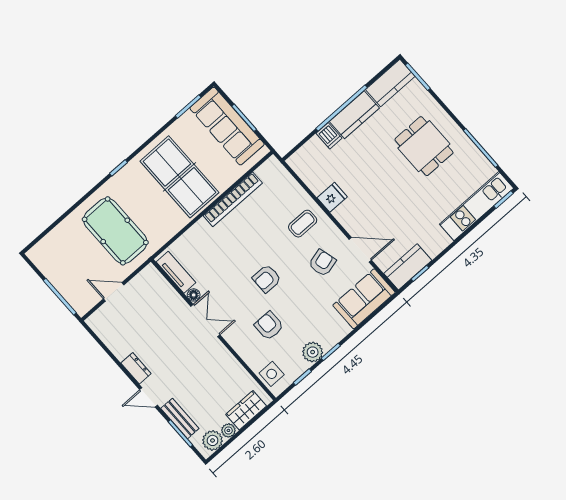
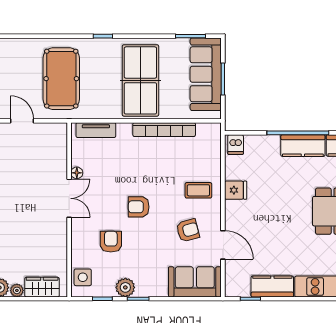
dishwasher: (329, 136) -> (236, 145), moved
kitchen counter: (408, 267) -> (272, 286), moved
tv unit: (176, 272) -> (96, 130), moved, turned 90

